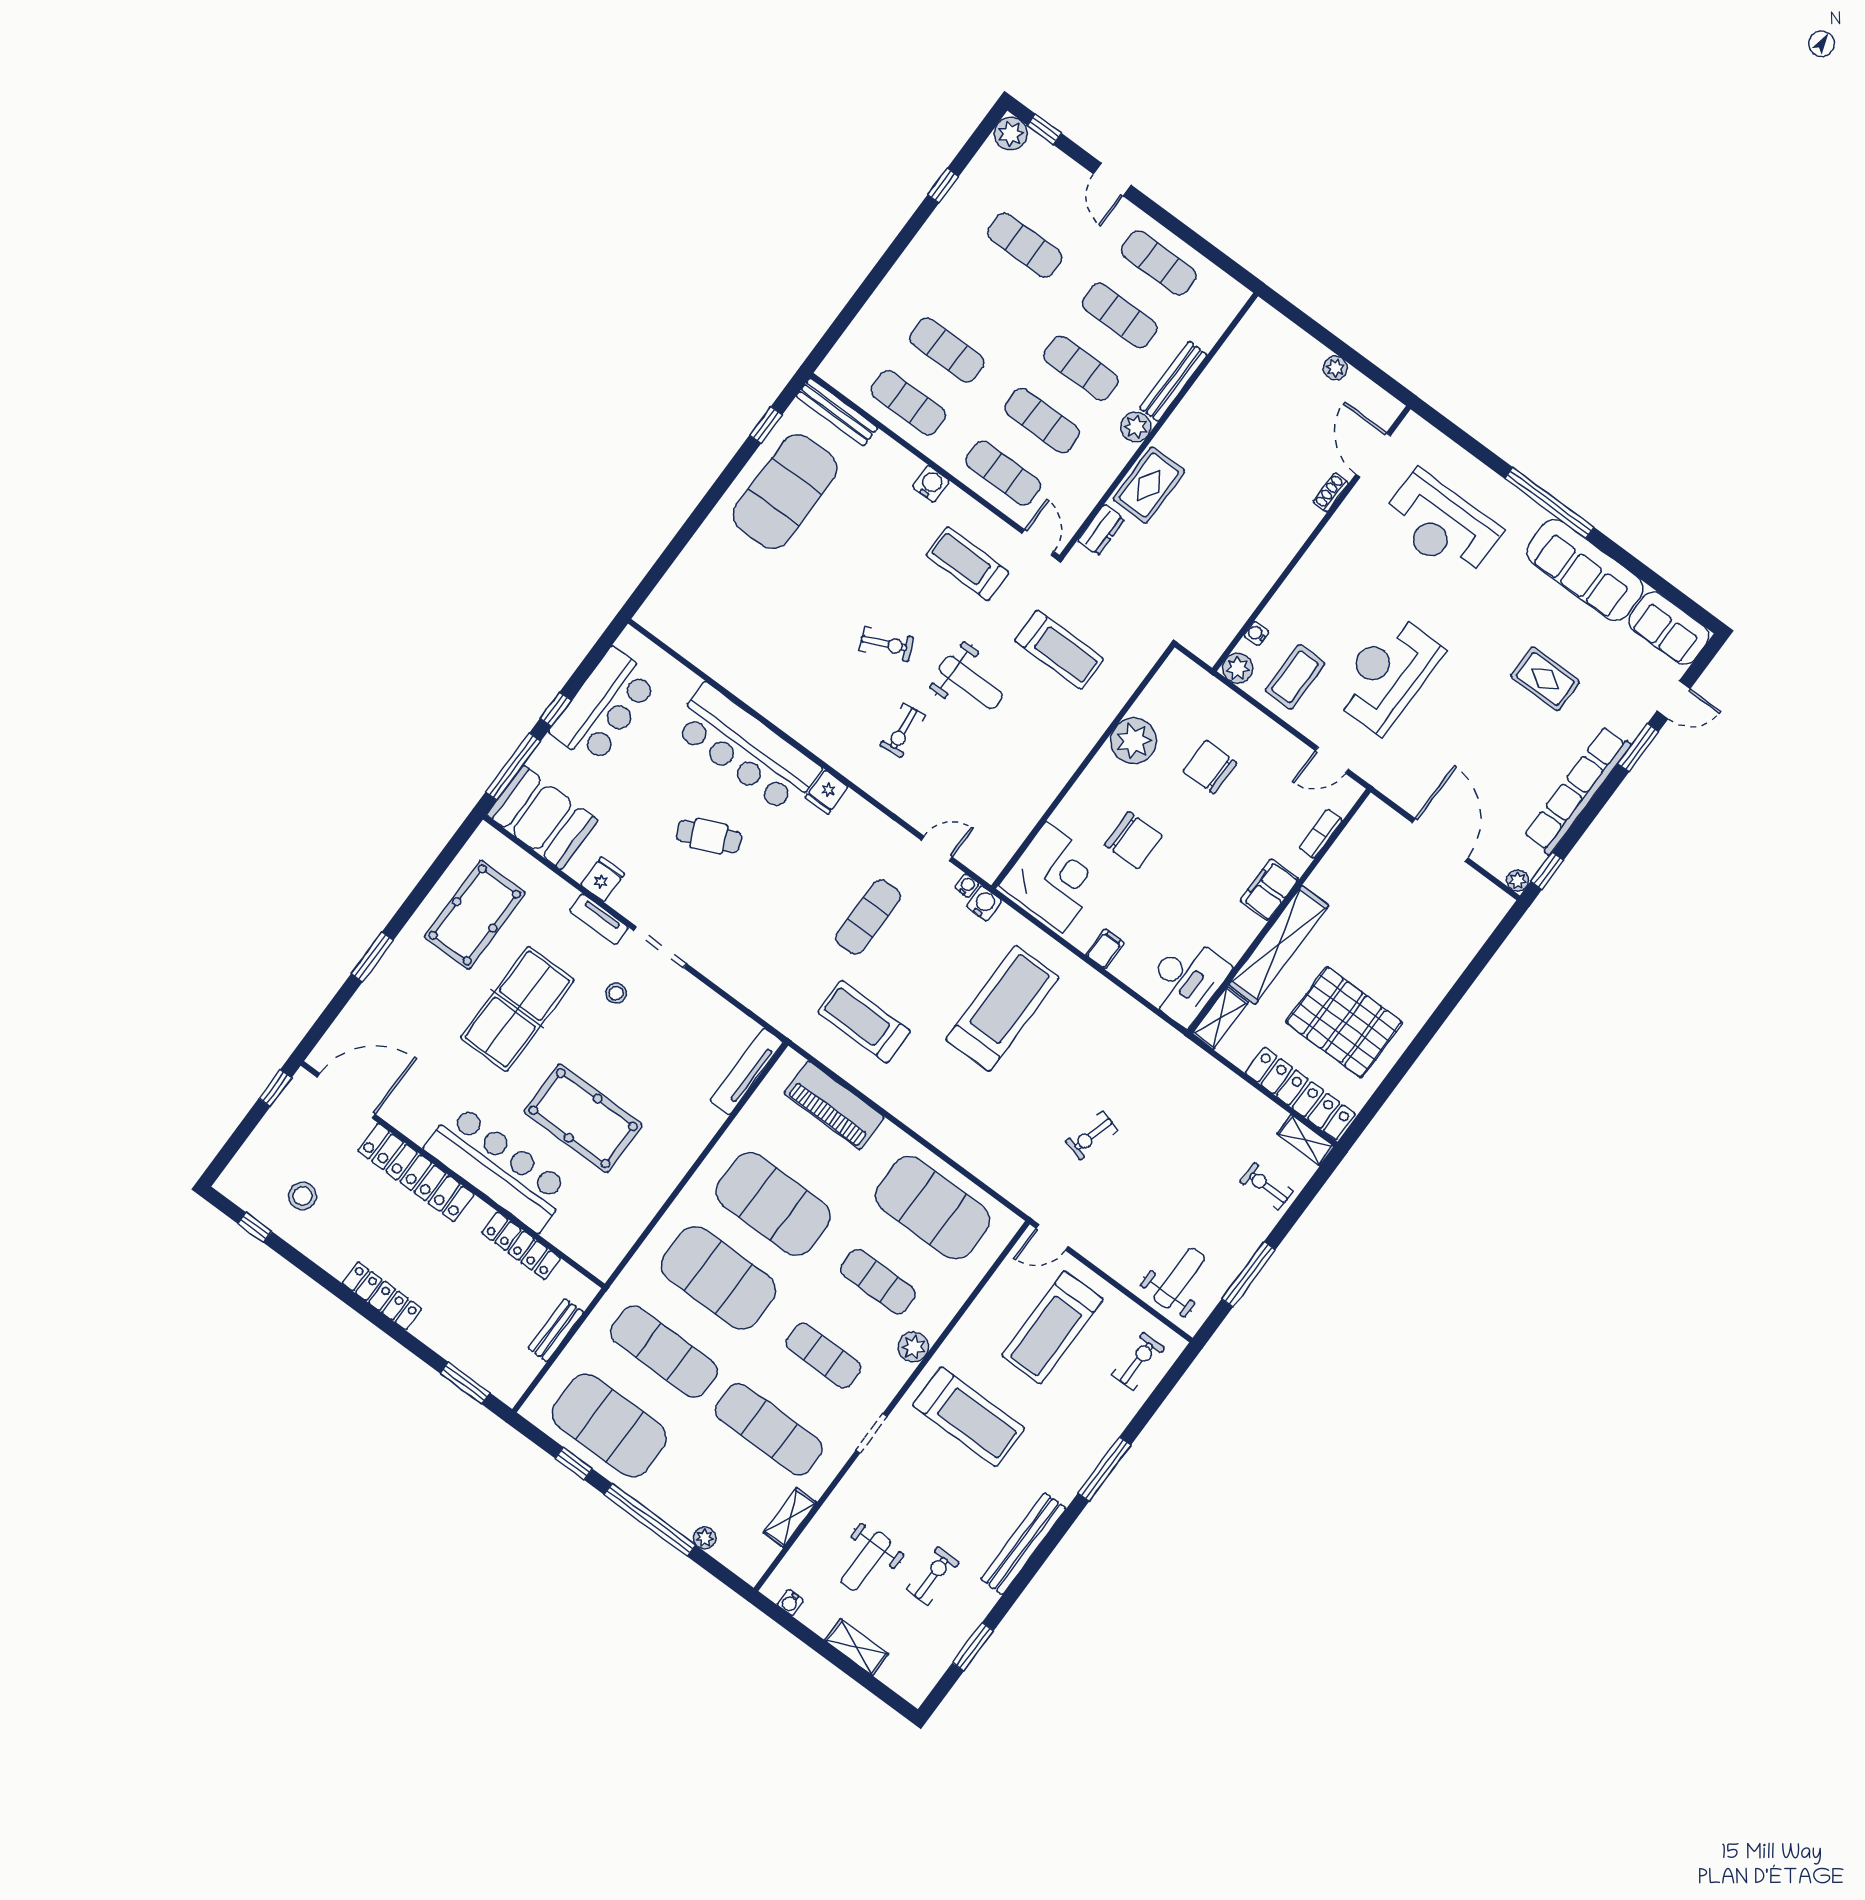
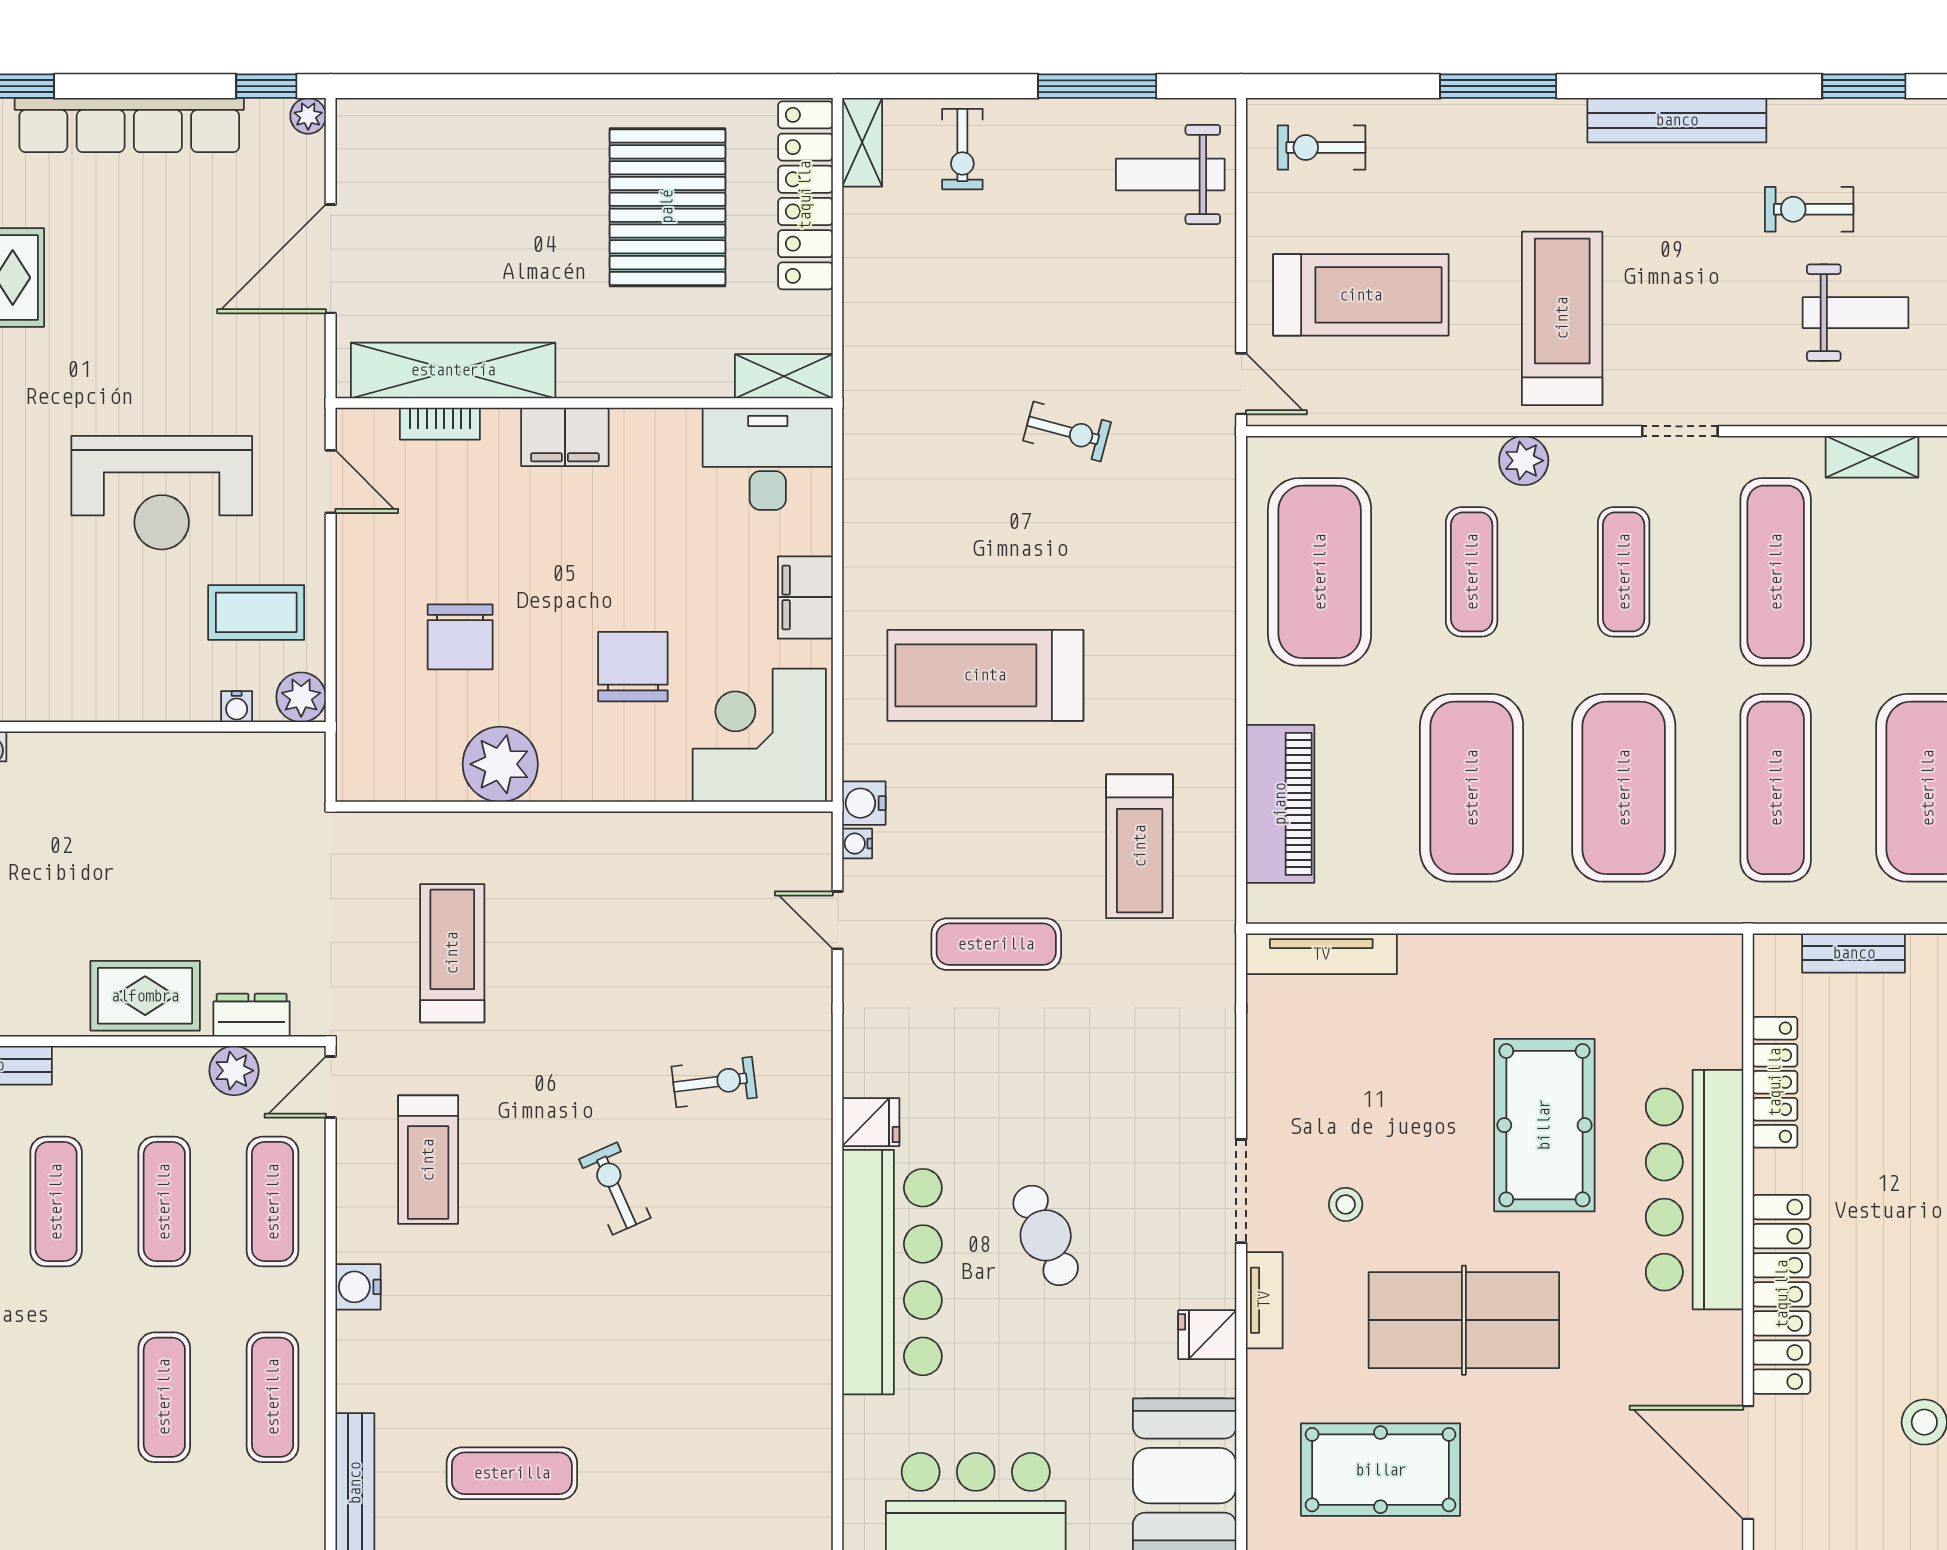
plant: (1136, 427) -> (234, 1071), moved
exercise mat: (785, 492) -> (512, 1473), width x0.50, depth x0.69
weight bench: (971, 682) -> (583, 1039), removed
shelving: (1279, 945) -> (453, 370), moved
filing cabinet: (1105, 949) -> (805, 597), width x2.00

